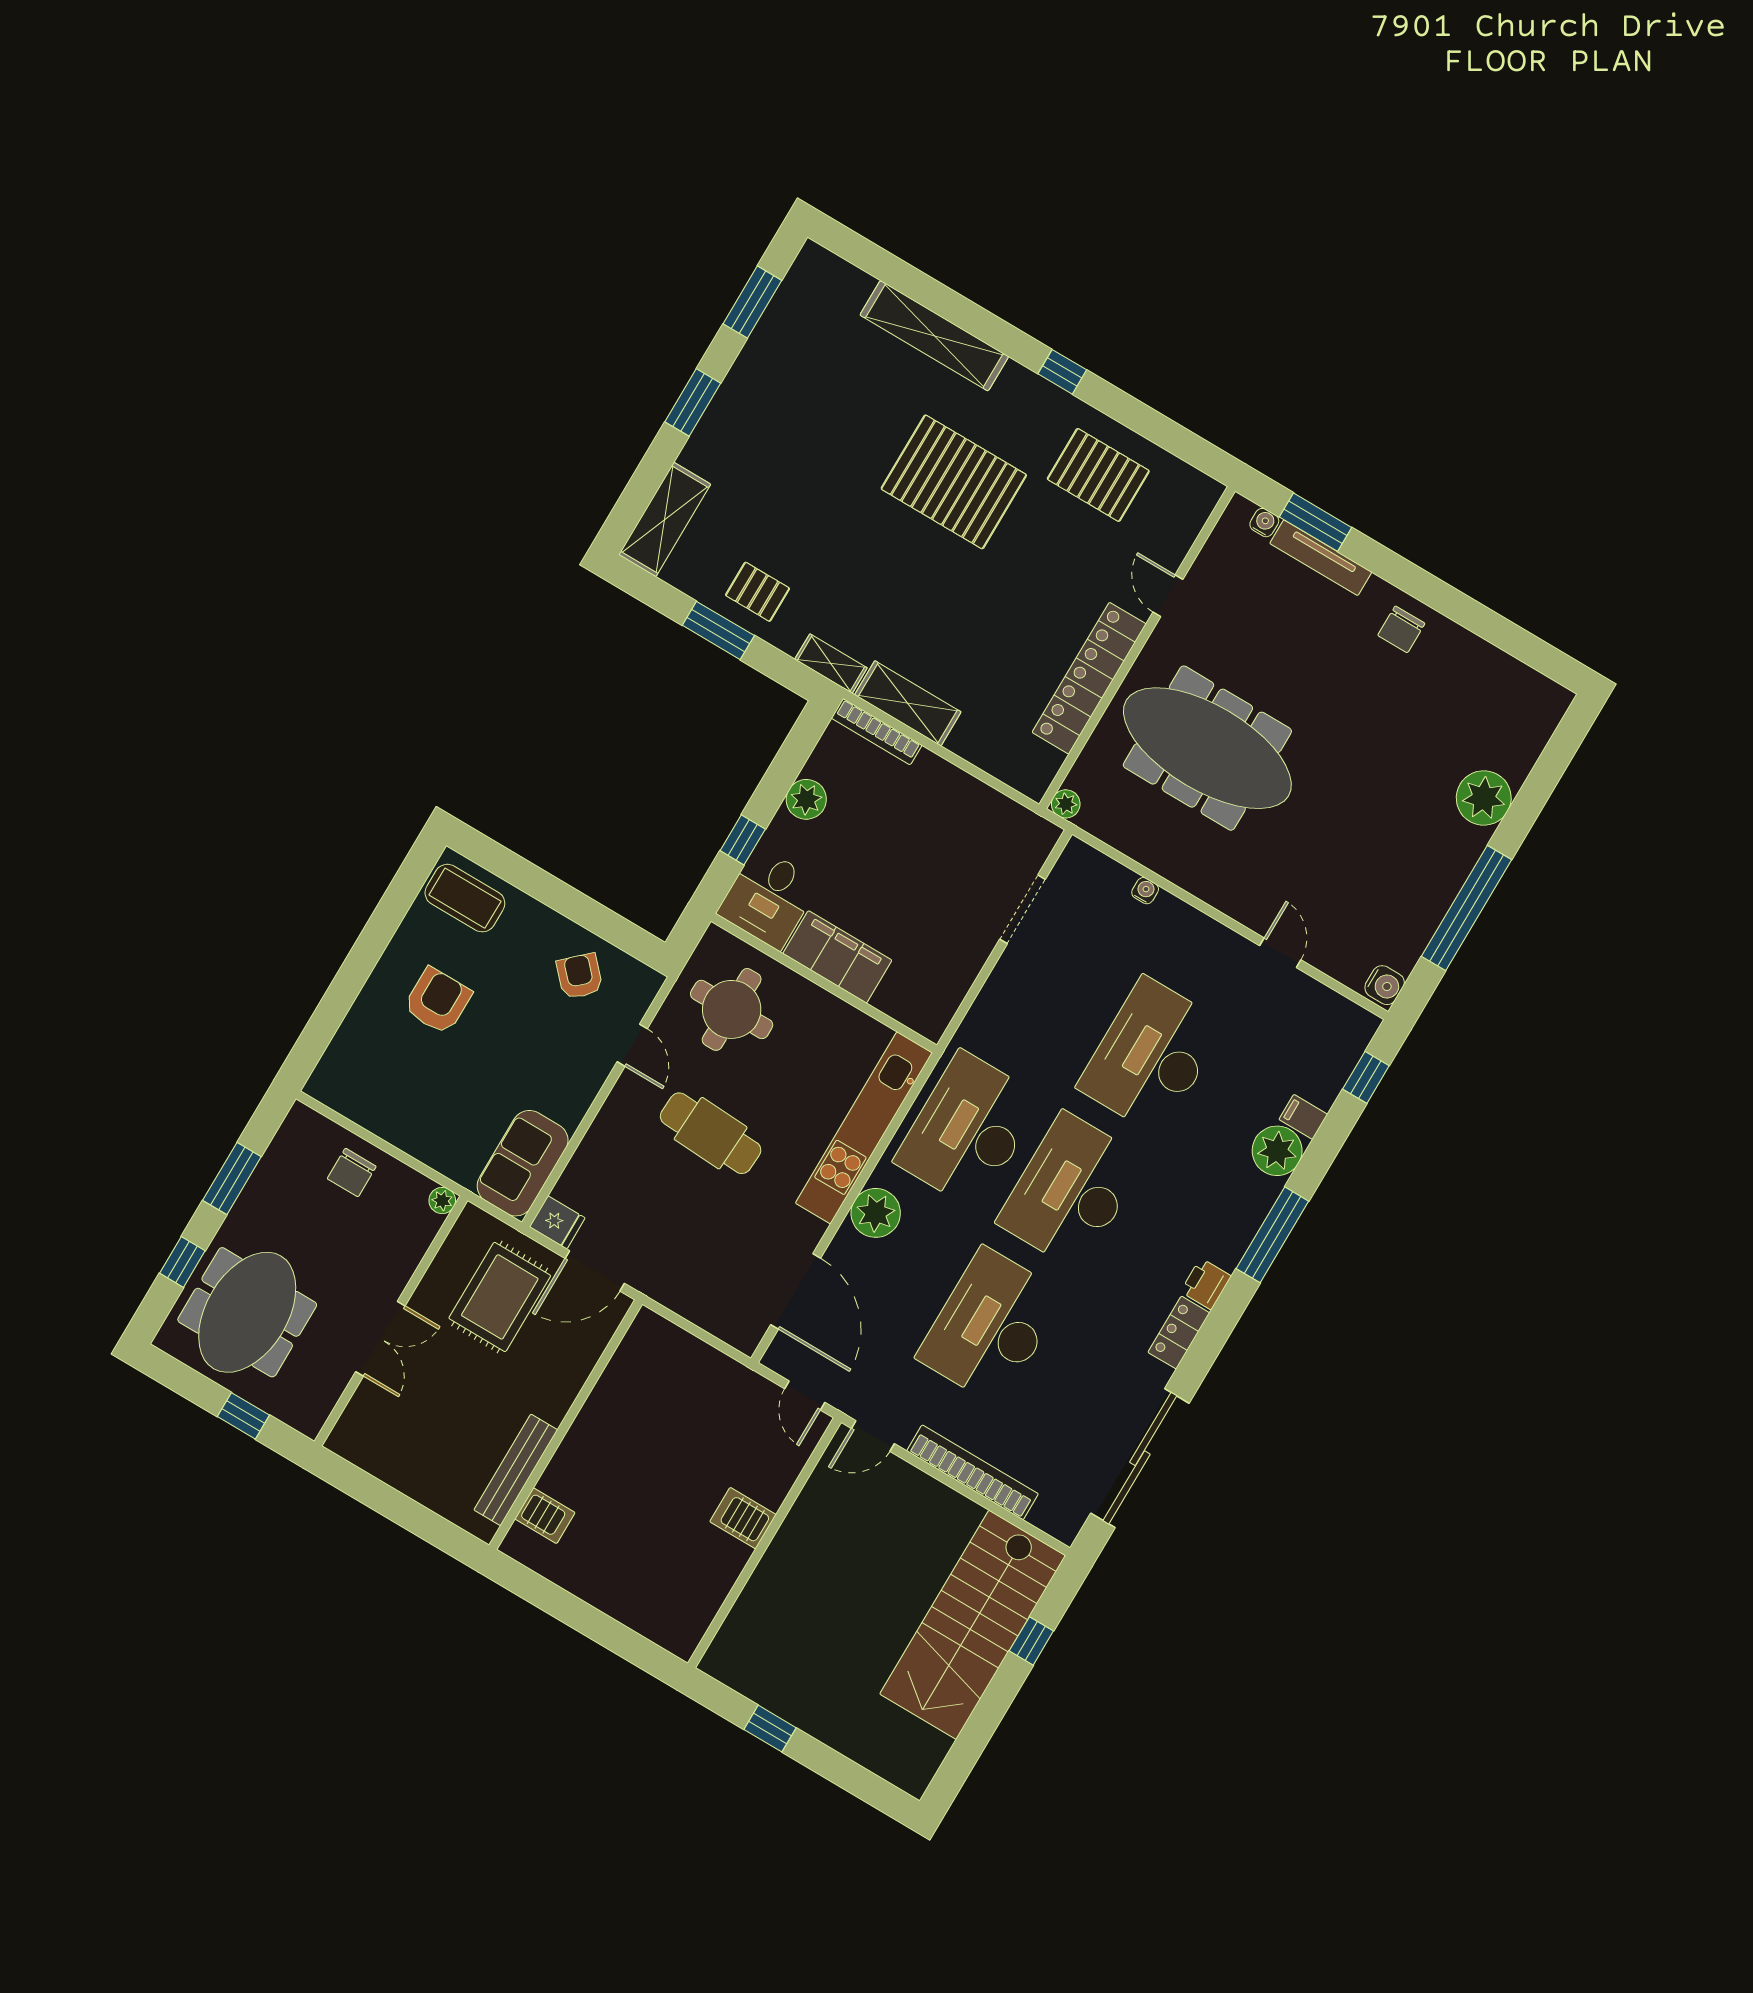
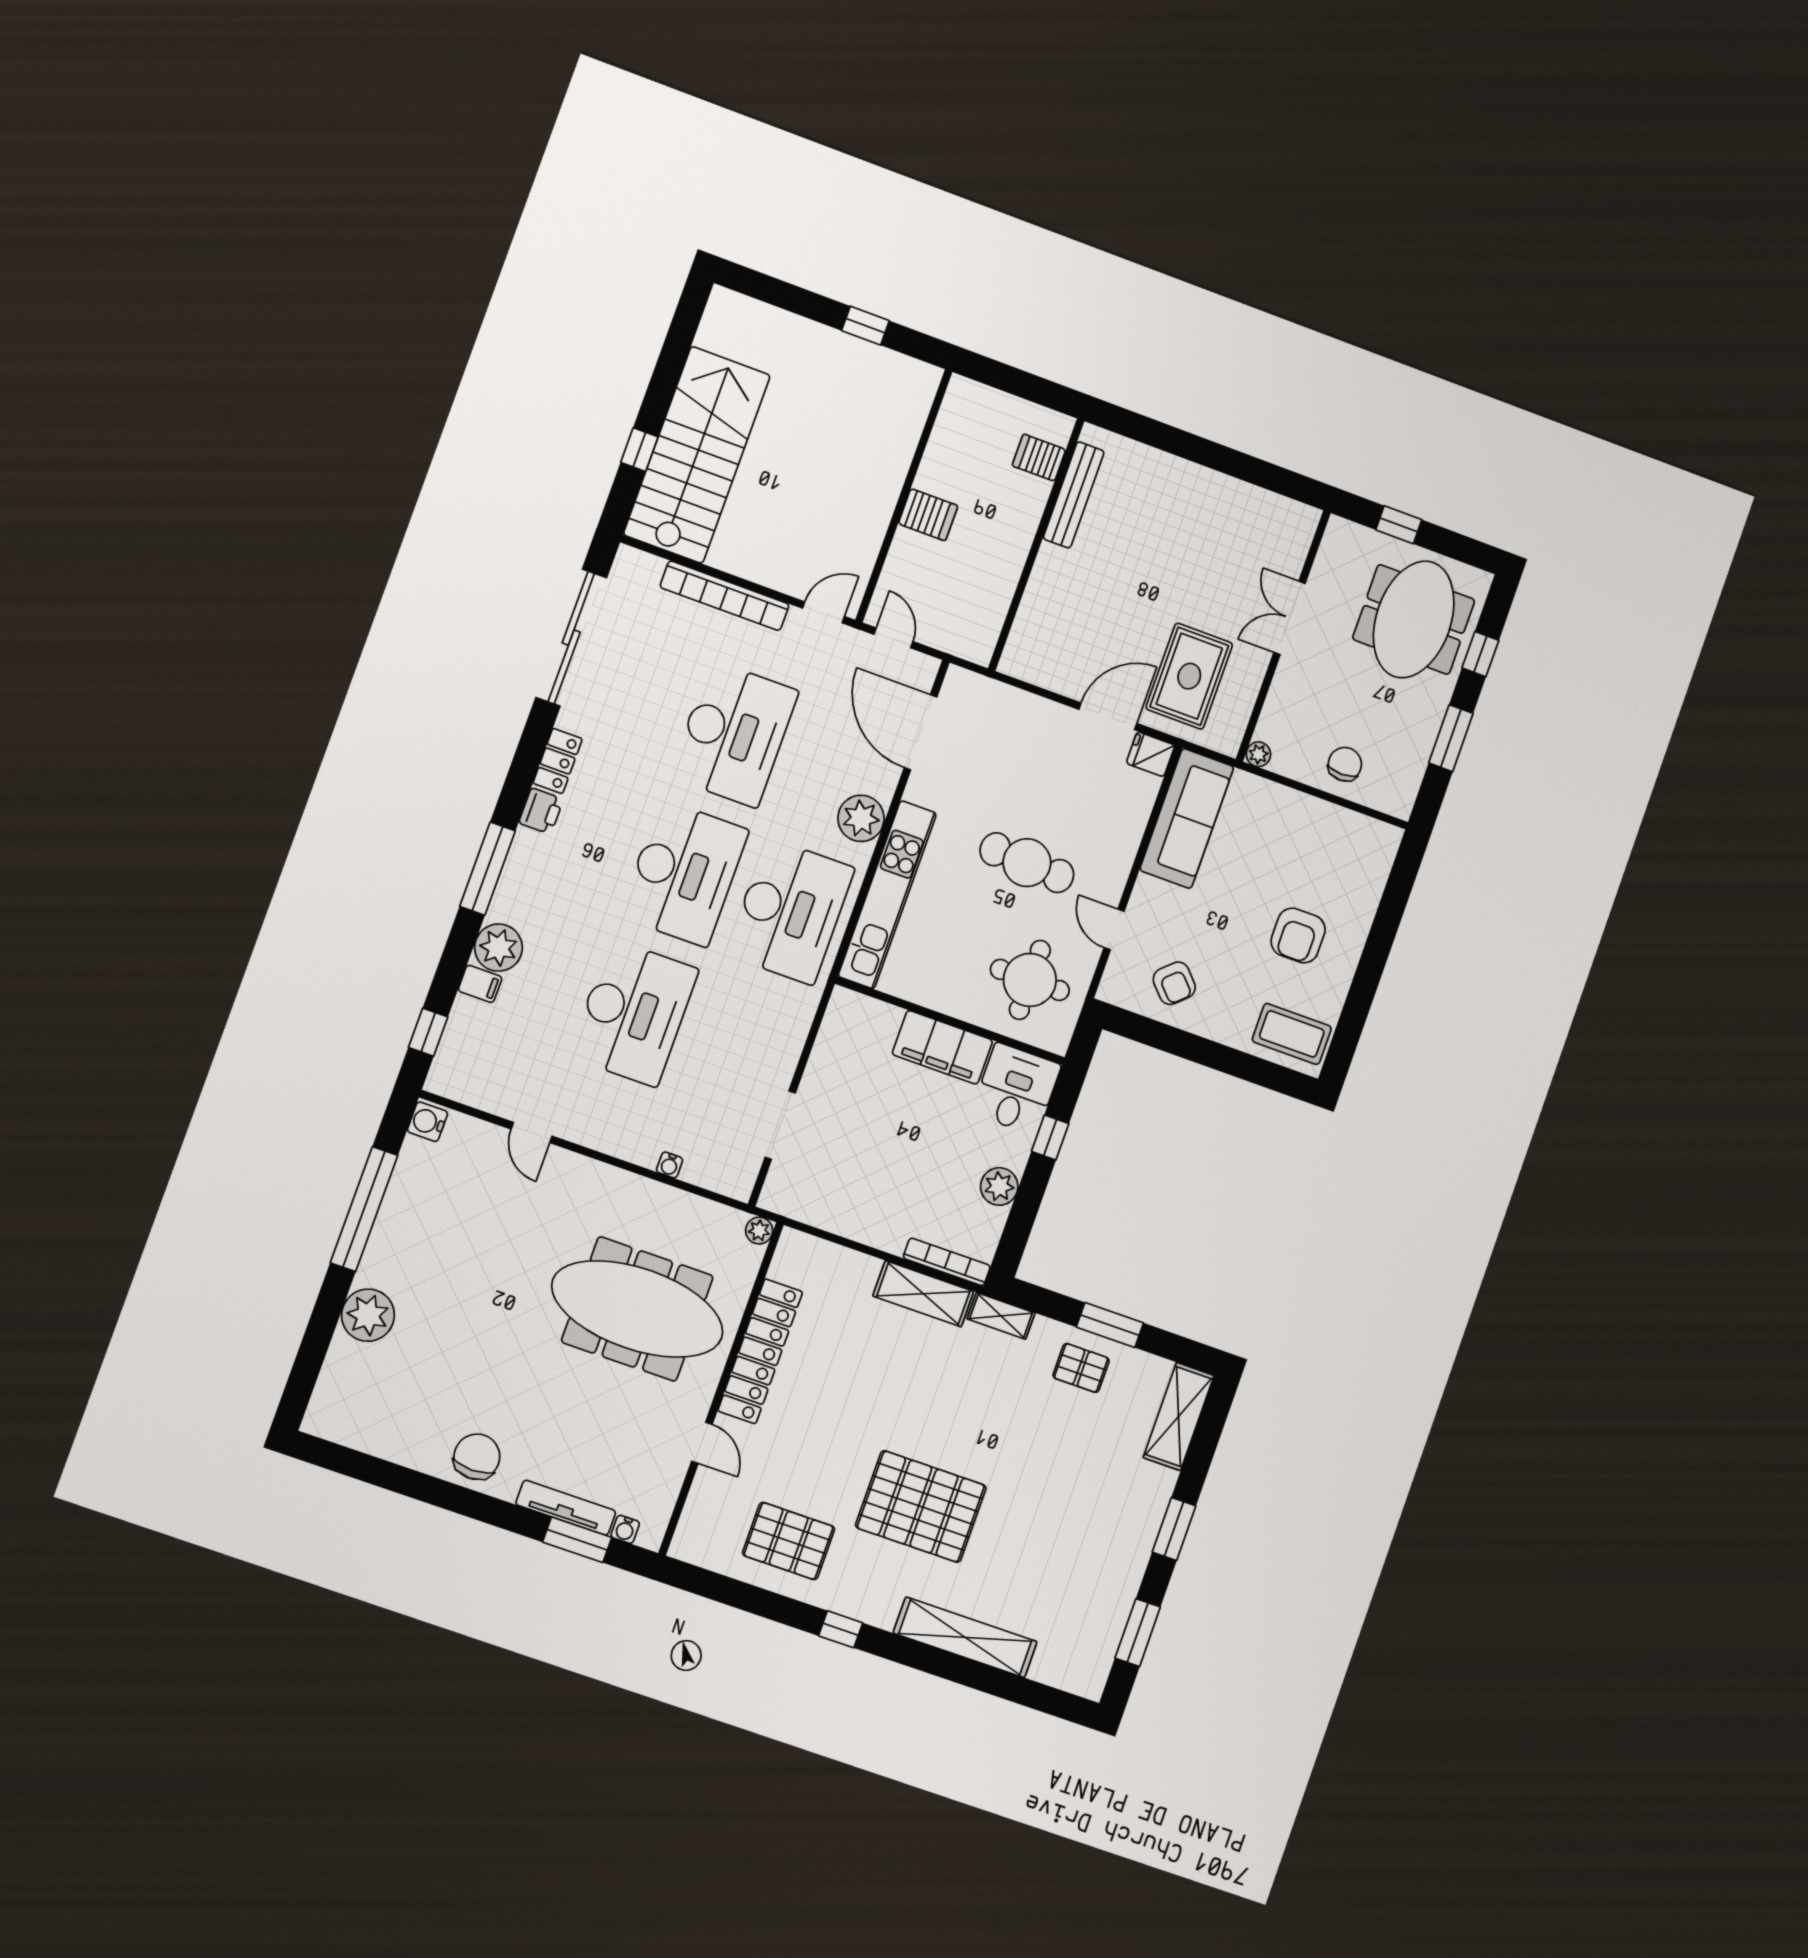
chair: (1401, 629) -> (477, 1457), width x1.37, depth x1.37
sofa: (523, 1163) -> (1187, 818), width x1.36
wall: (566, 1425) -> (1036, 545), moved
bench: (516, 1470) -> (1074, 495), moved
server rack: (545, 1516) -> (1039, 458), moved

